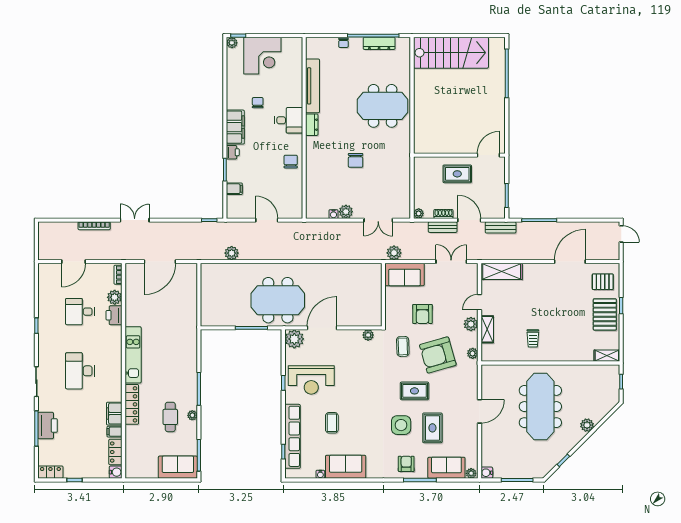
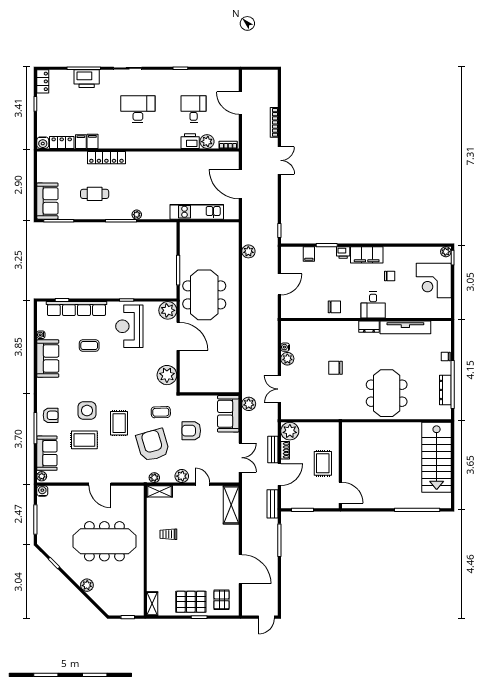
plant: (419, 213) -> (290, 431), width x1.88, depth x1.88
shelving: (487, 329) -> (160, 491), moved
plant: (368, 335) -> (167, 375), width x1.88, depth x1.88
kitchen unit: (133, 355) -> (197, 212), moved, turned 180
filing cabinet: (114, 414) -> (92, 141), width x0.50
plant: (192, 415) -> (137, 215), moved

